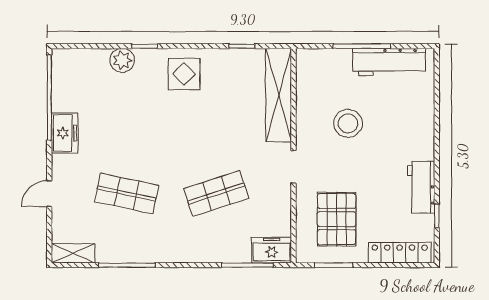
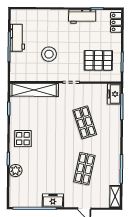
workbench: (389, 62) -> (17, 38), width x0.73
locker: (400, 253) -> (116, 22), width x0.66

